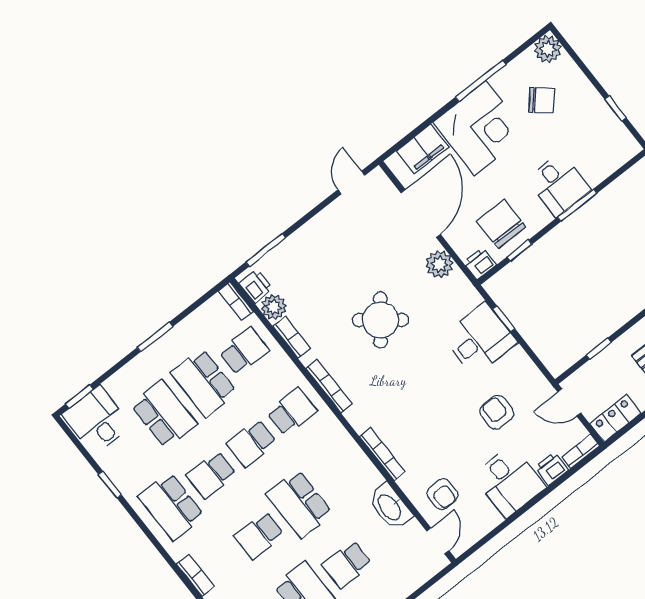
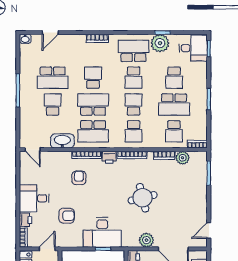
door: (351, 182) -> (209, 230), swing flipped
printer: (256, 286) -> (109, 157), moved
round table: (380, 320) -> (143, 198), turned 38
desk: (480, 339) -> (102, 232), width x1.37
school desk: (204, 383) -> (174, 105), turned 180
school desk: (164, 414) -> (174, 78), width x0.54
school desk: (339, 472) -> (93, 131), added
school desk: (211, 475) -> (134, 78), turned 180
plant: (129, 476) -> (160, 43), added
armchair: (442, 494) -> (79, 178), moved, turned 90

